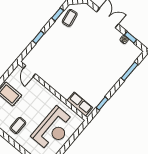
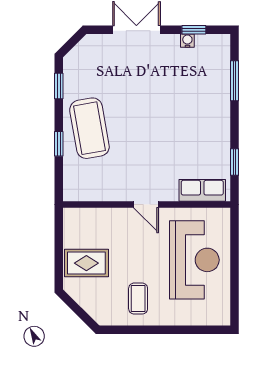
coffee table: (70, 18) -> (89, 128), moved, width x1.86, depth x1.72
door: (29, 71) -> (146, 205), moved

